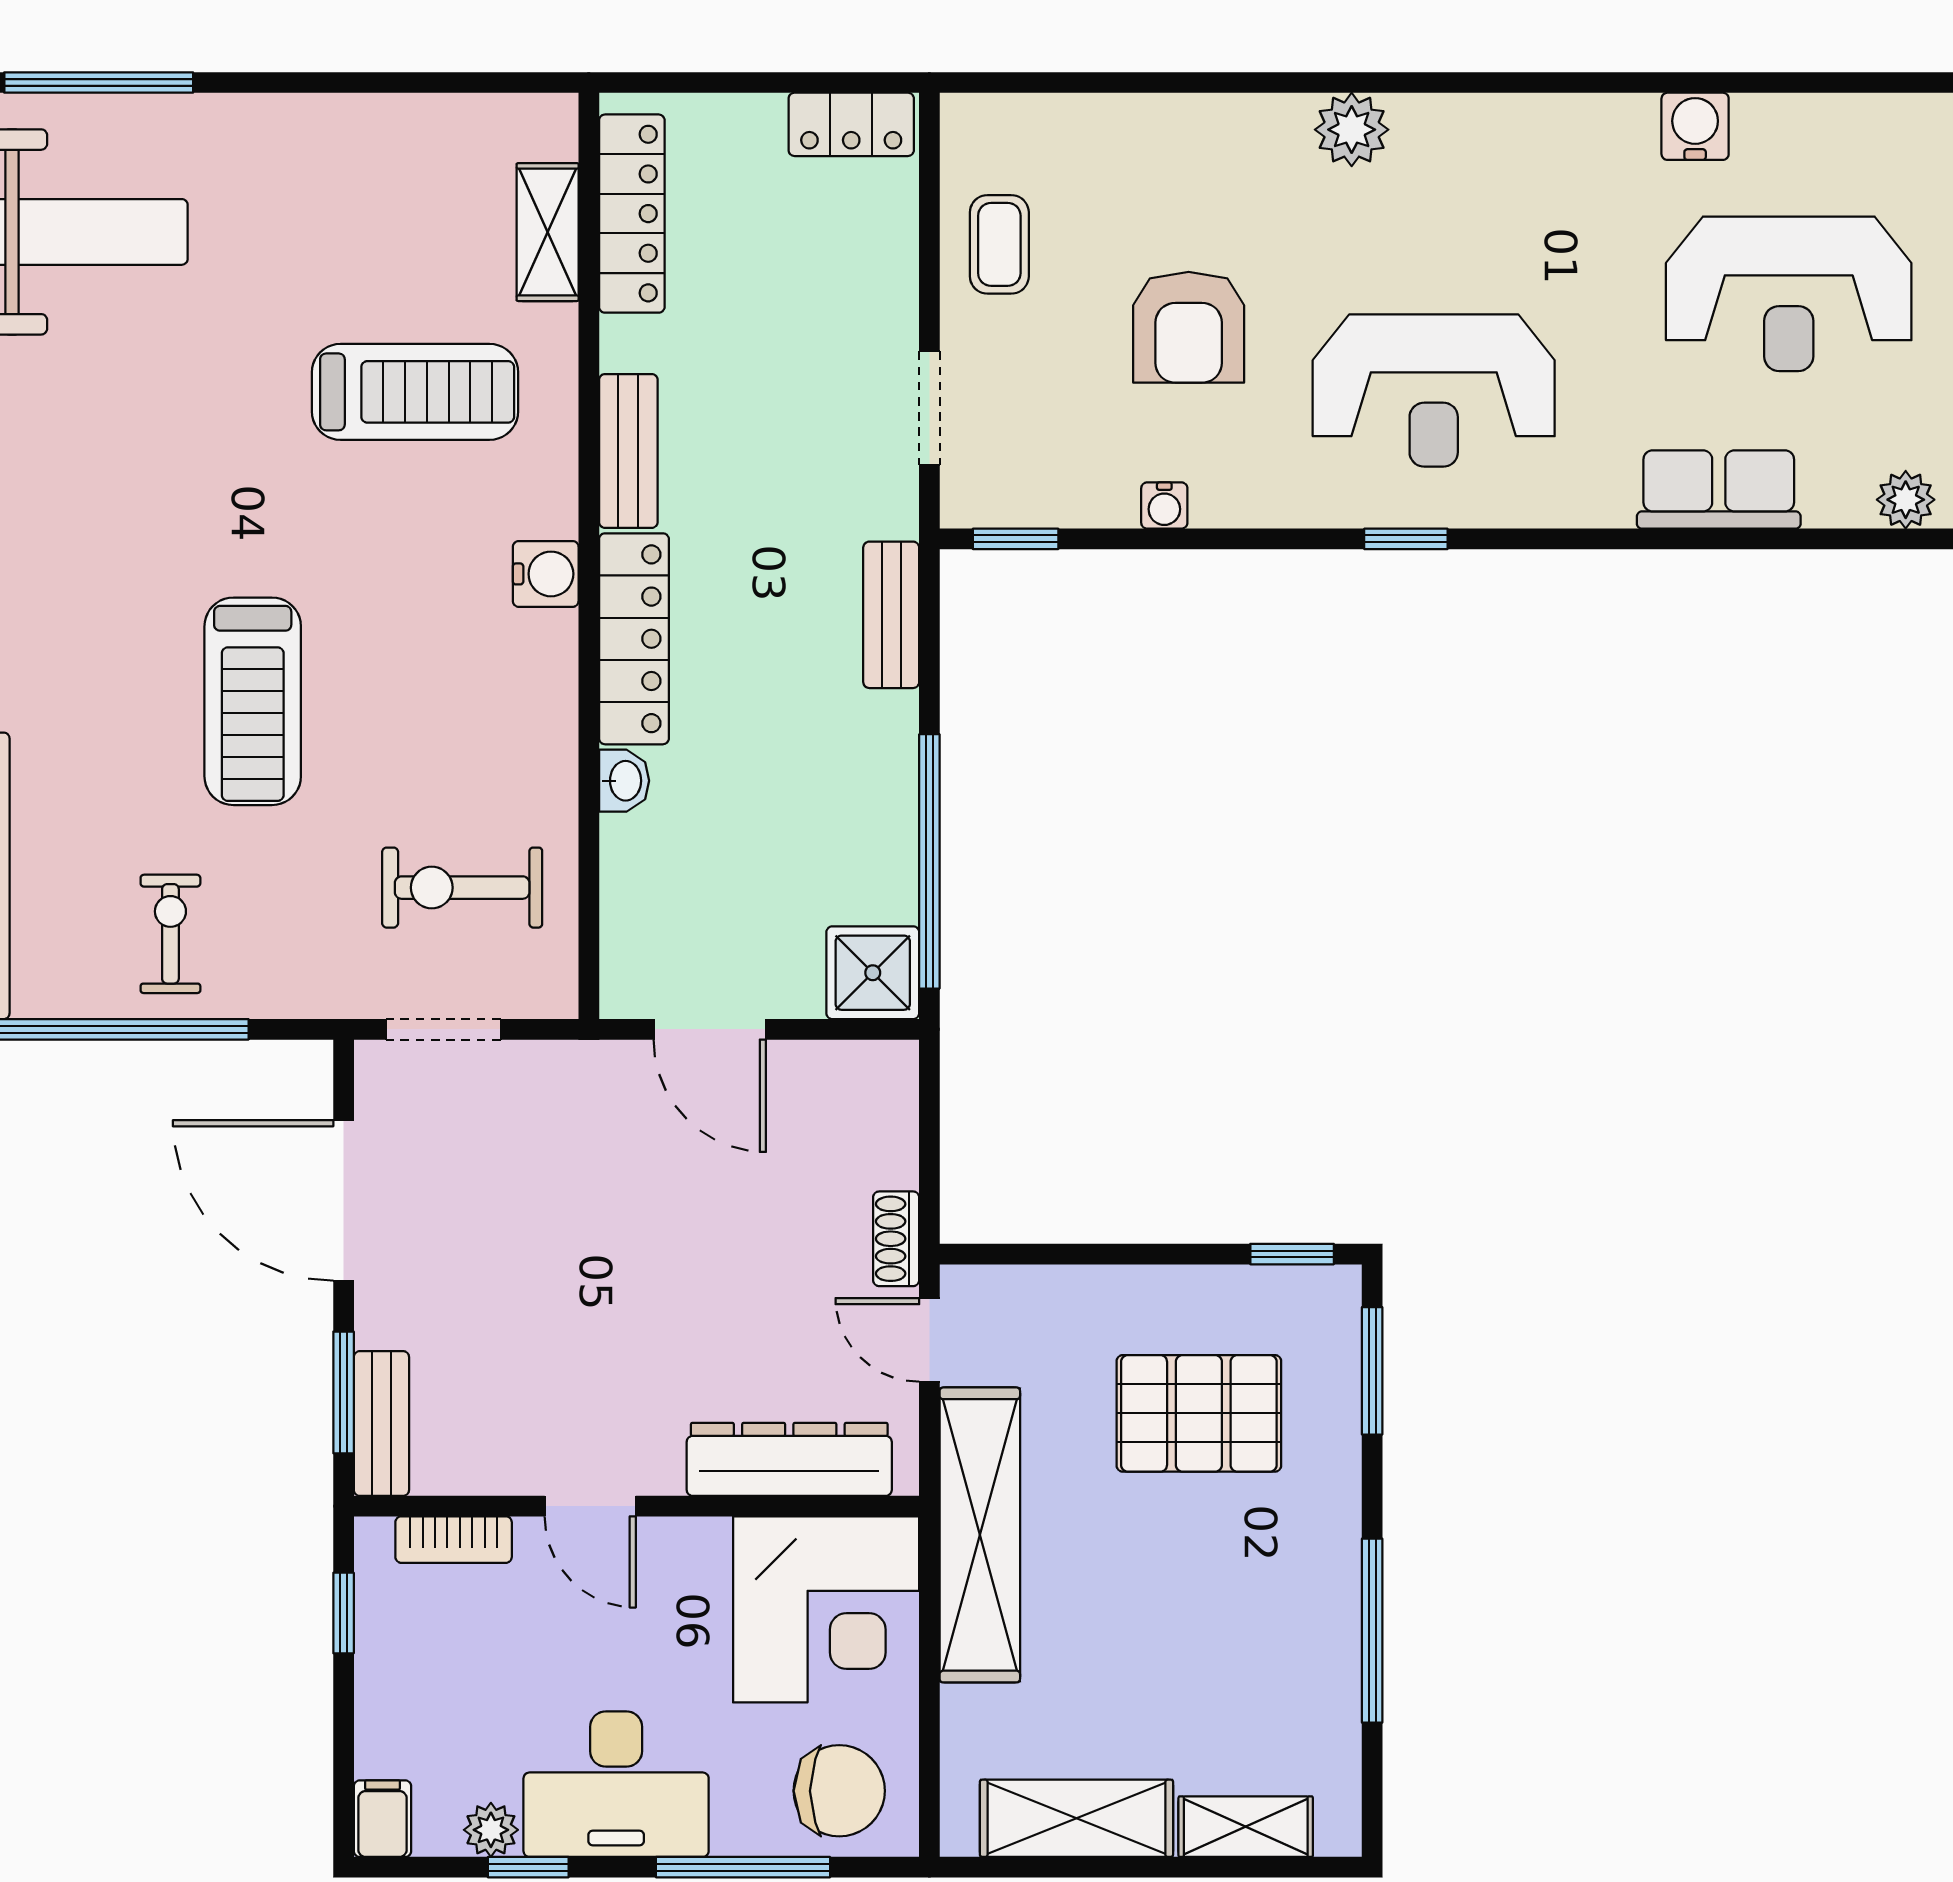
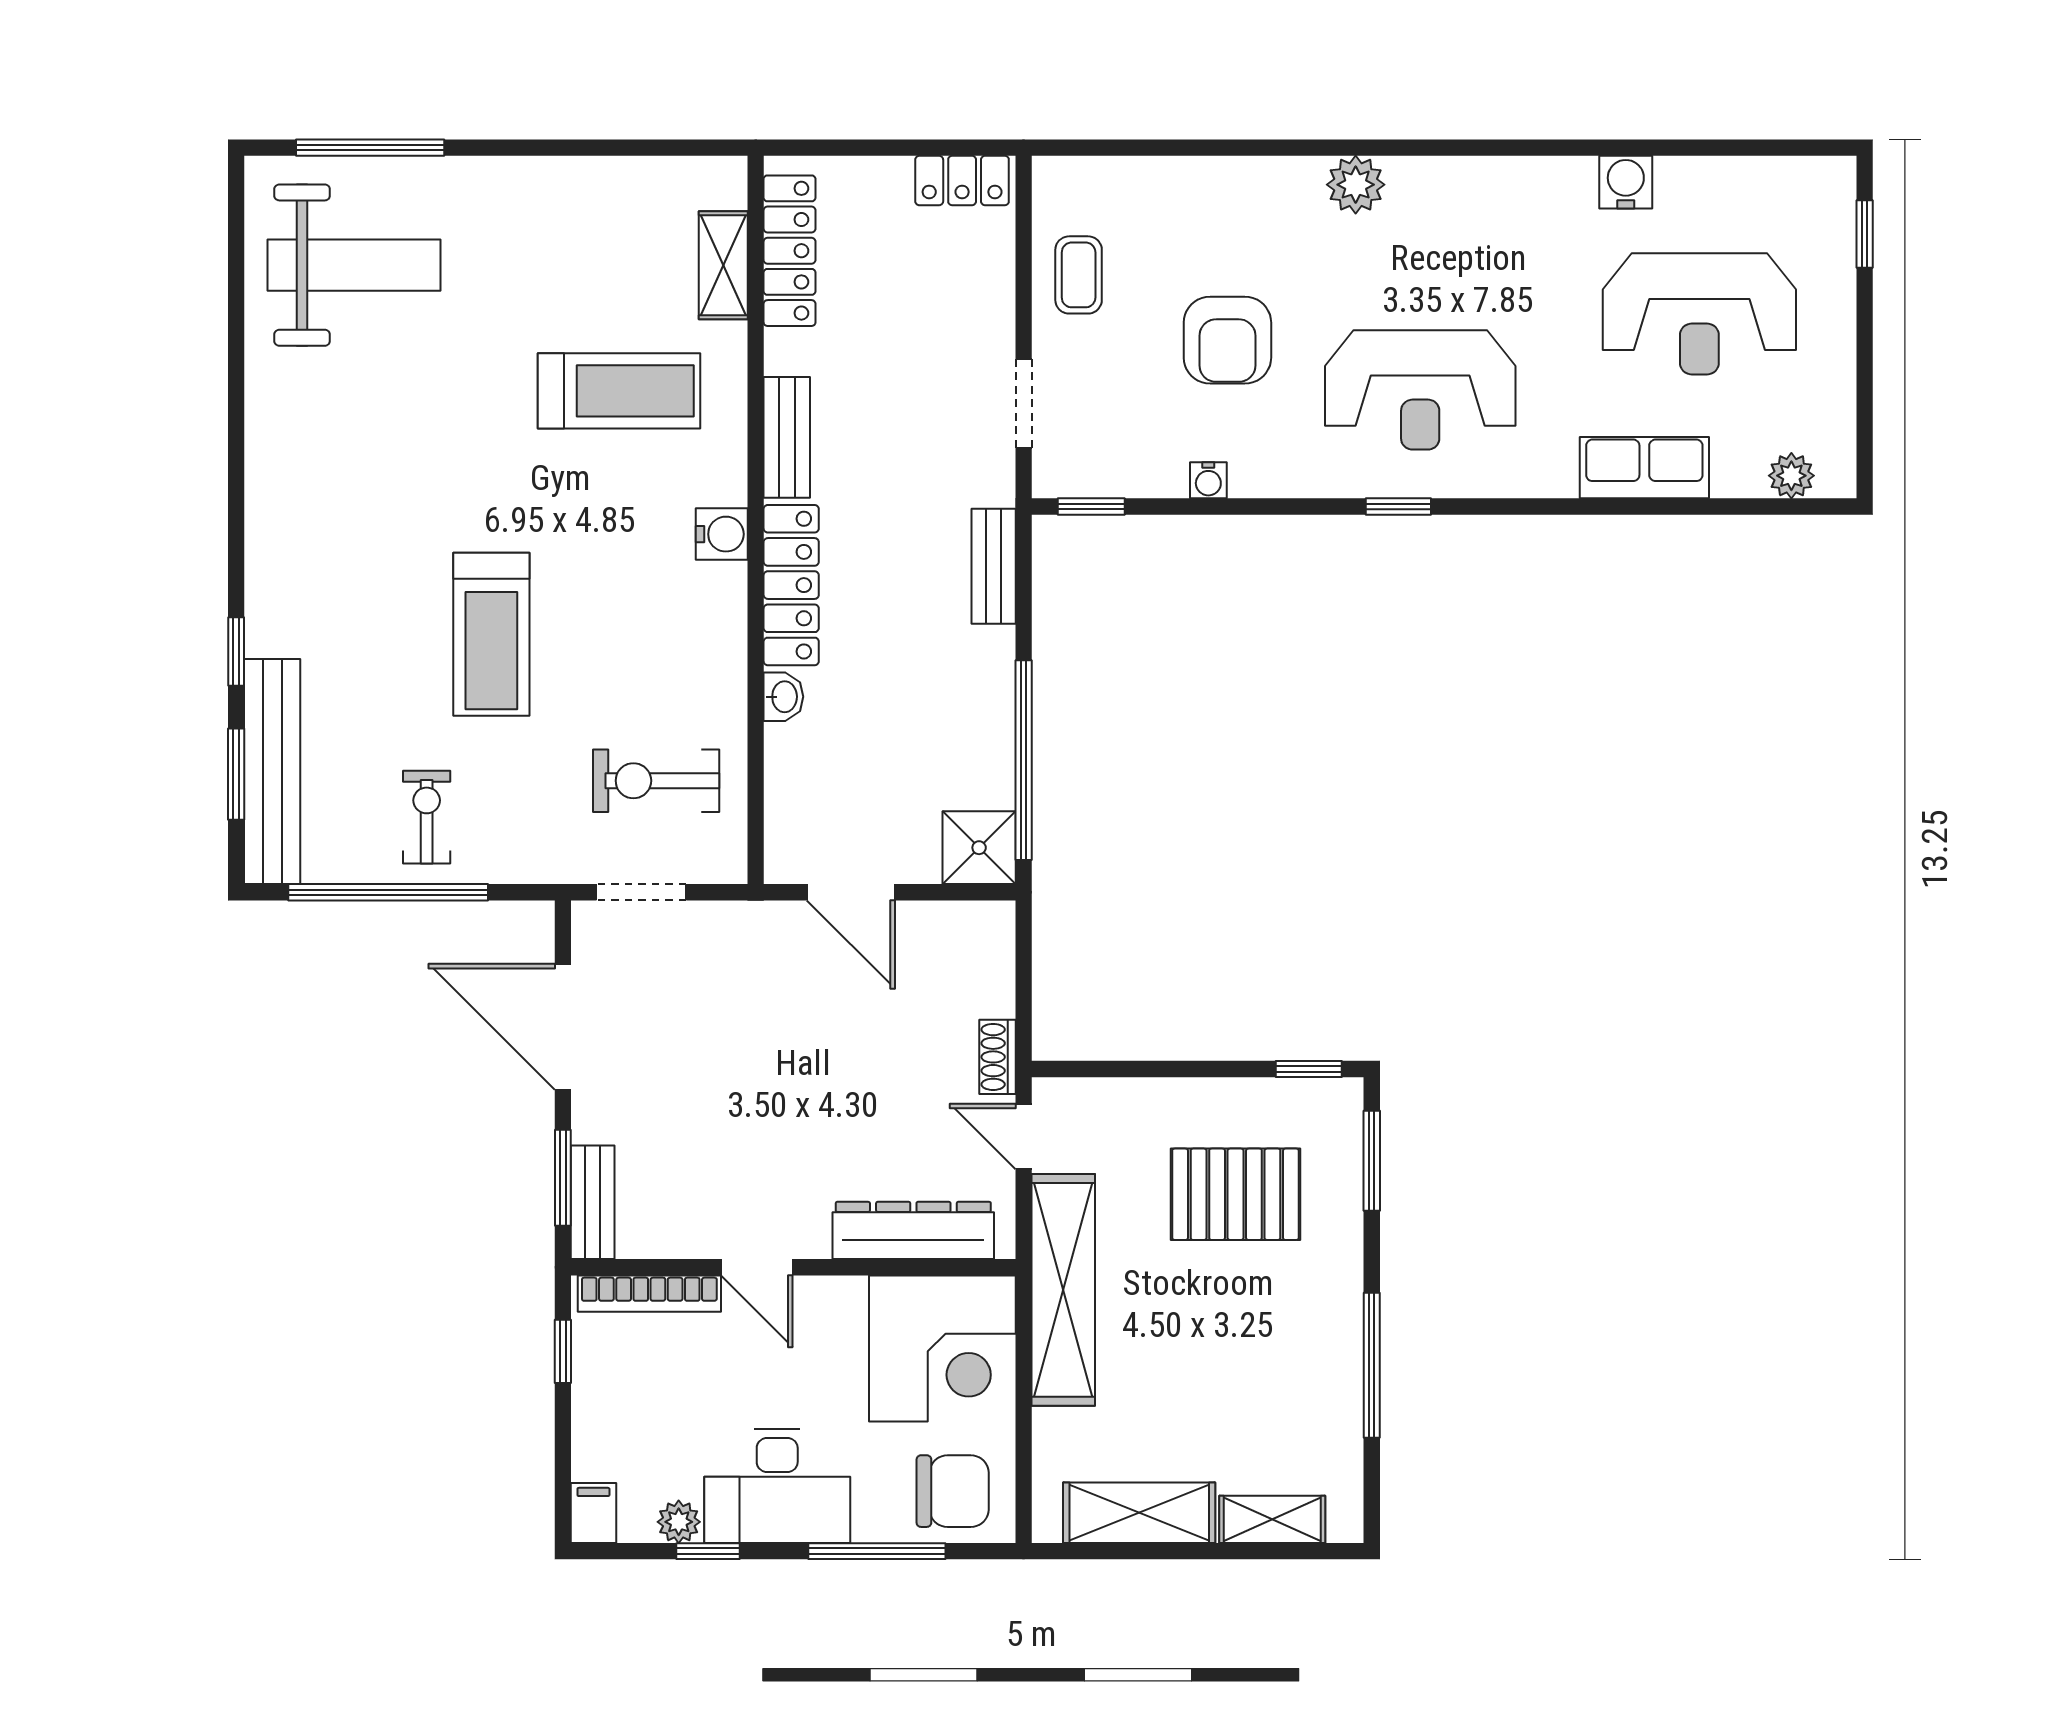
bookcase: (454, 1540) -> (649, 1294), width x1.56

